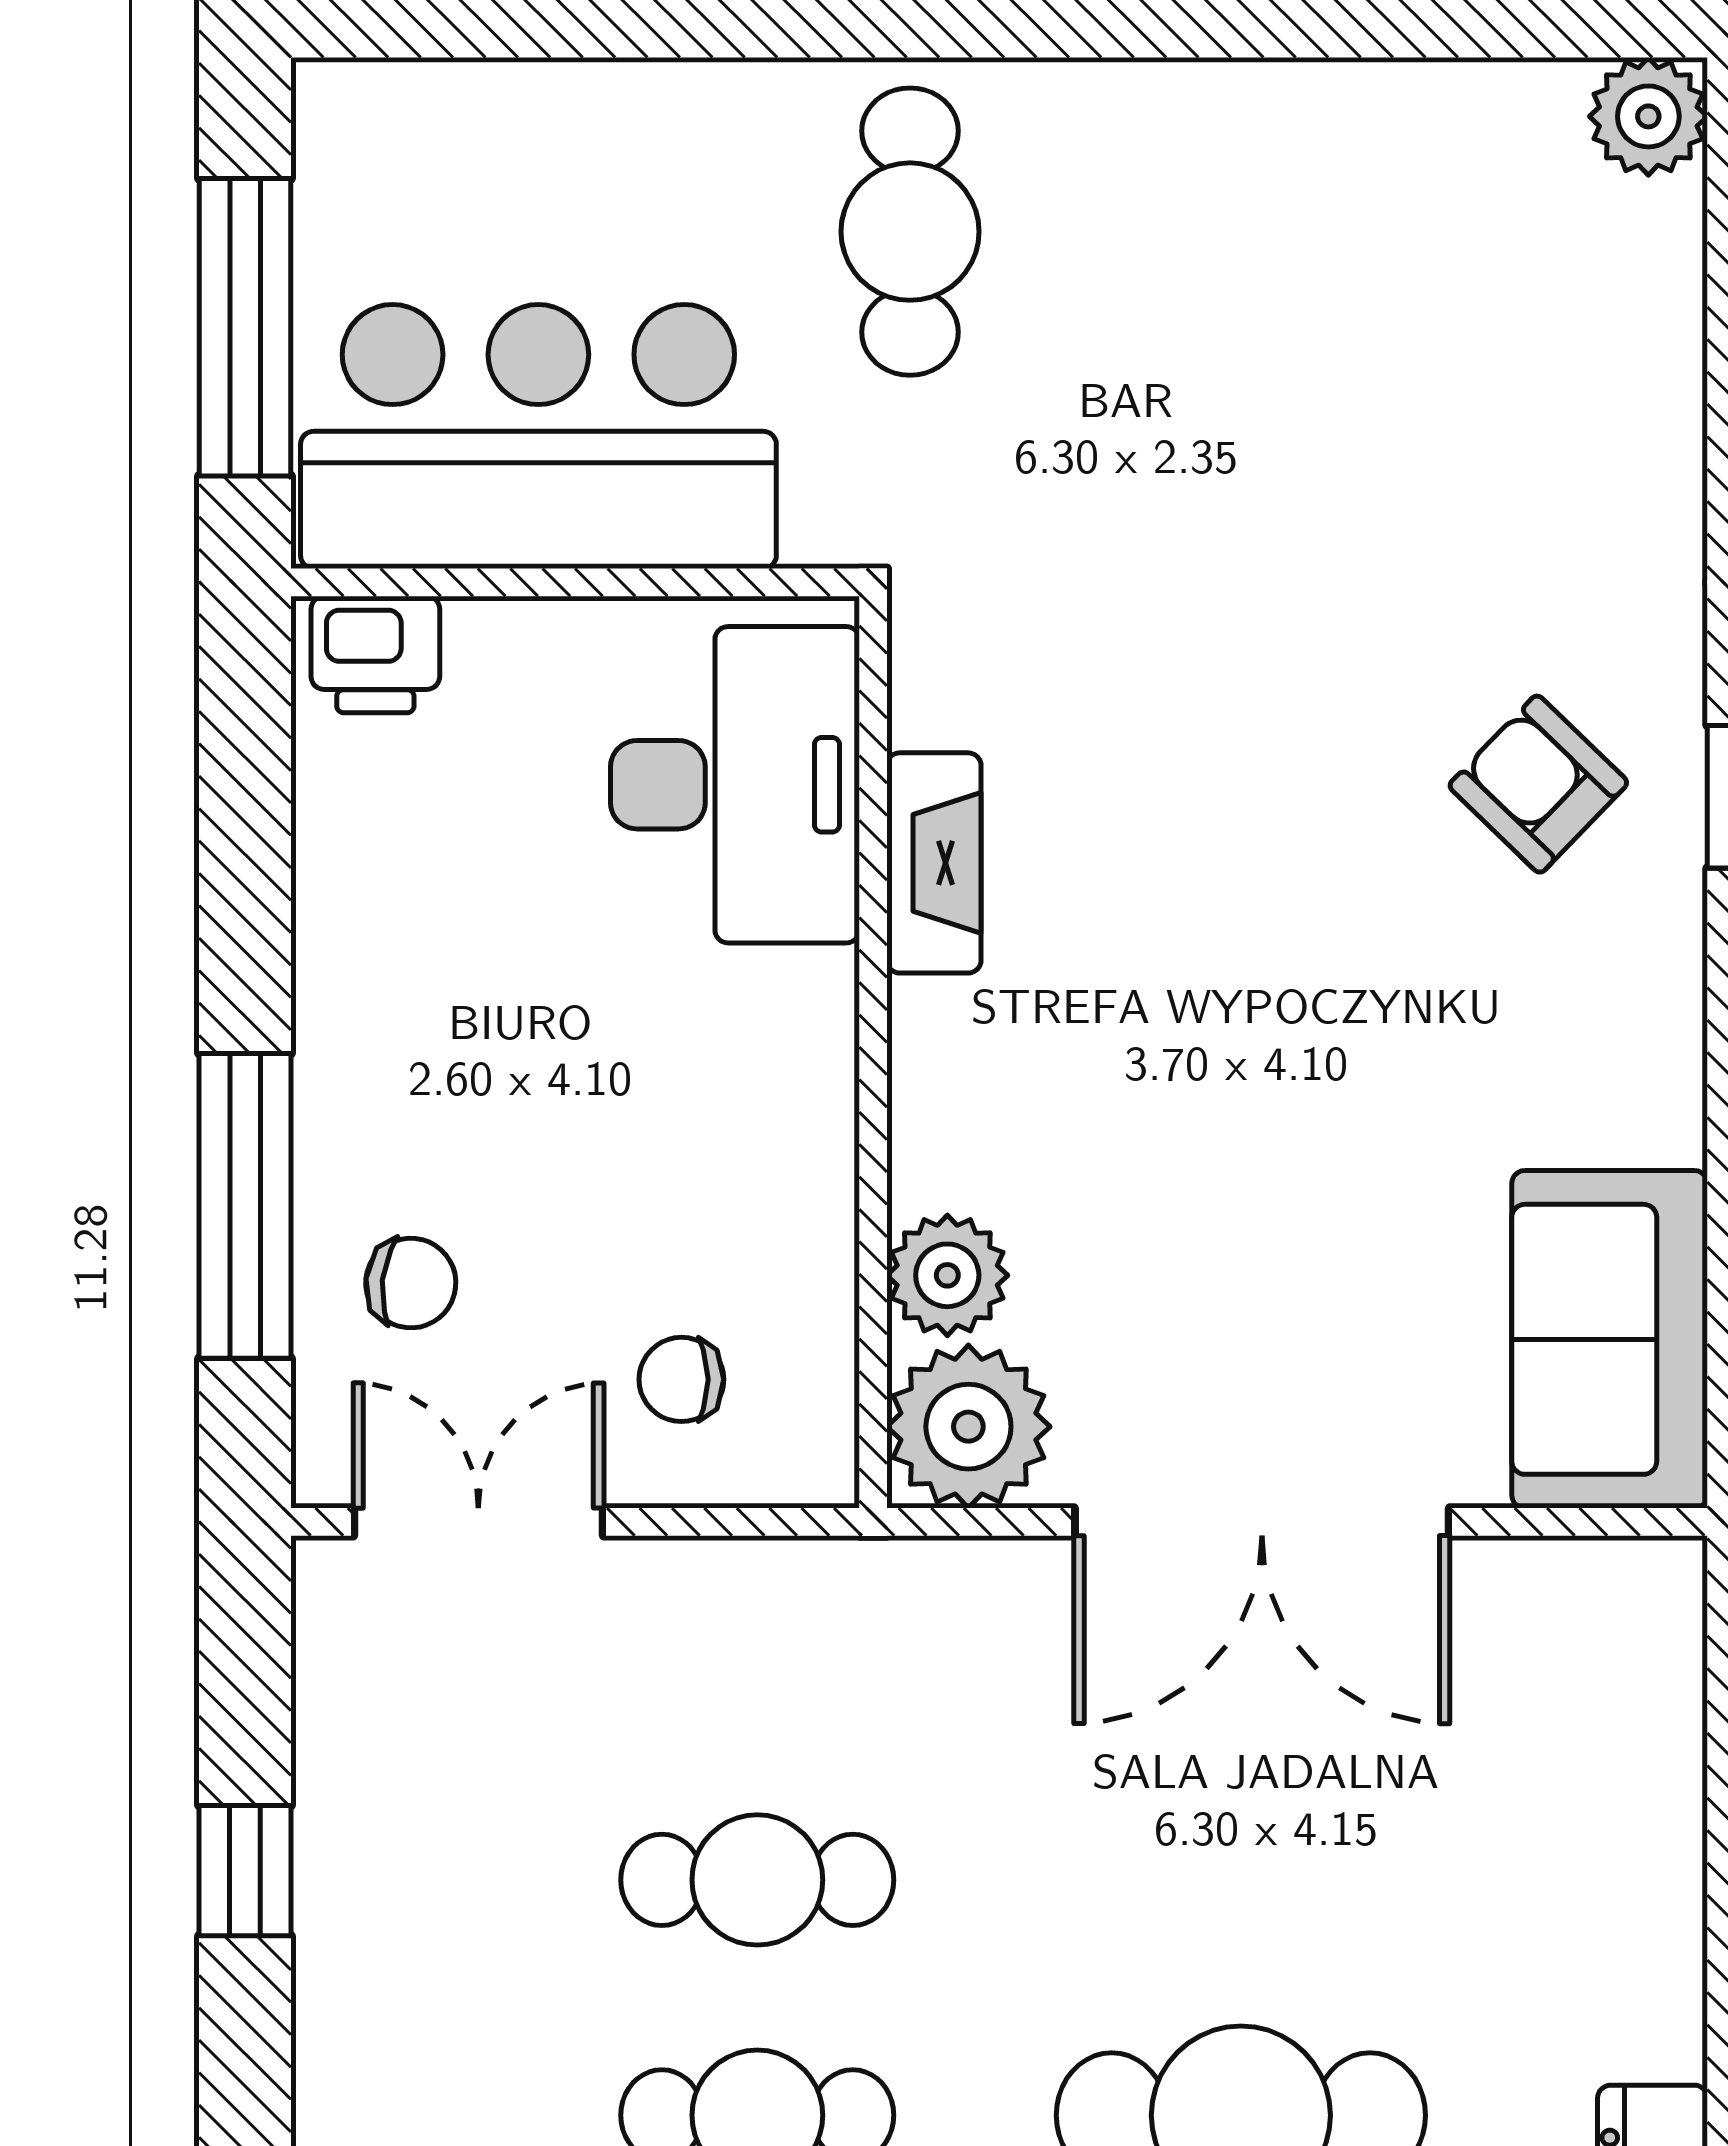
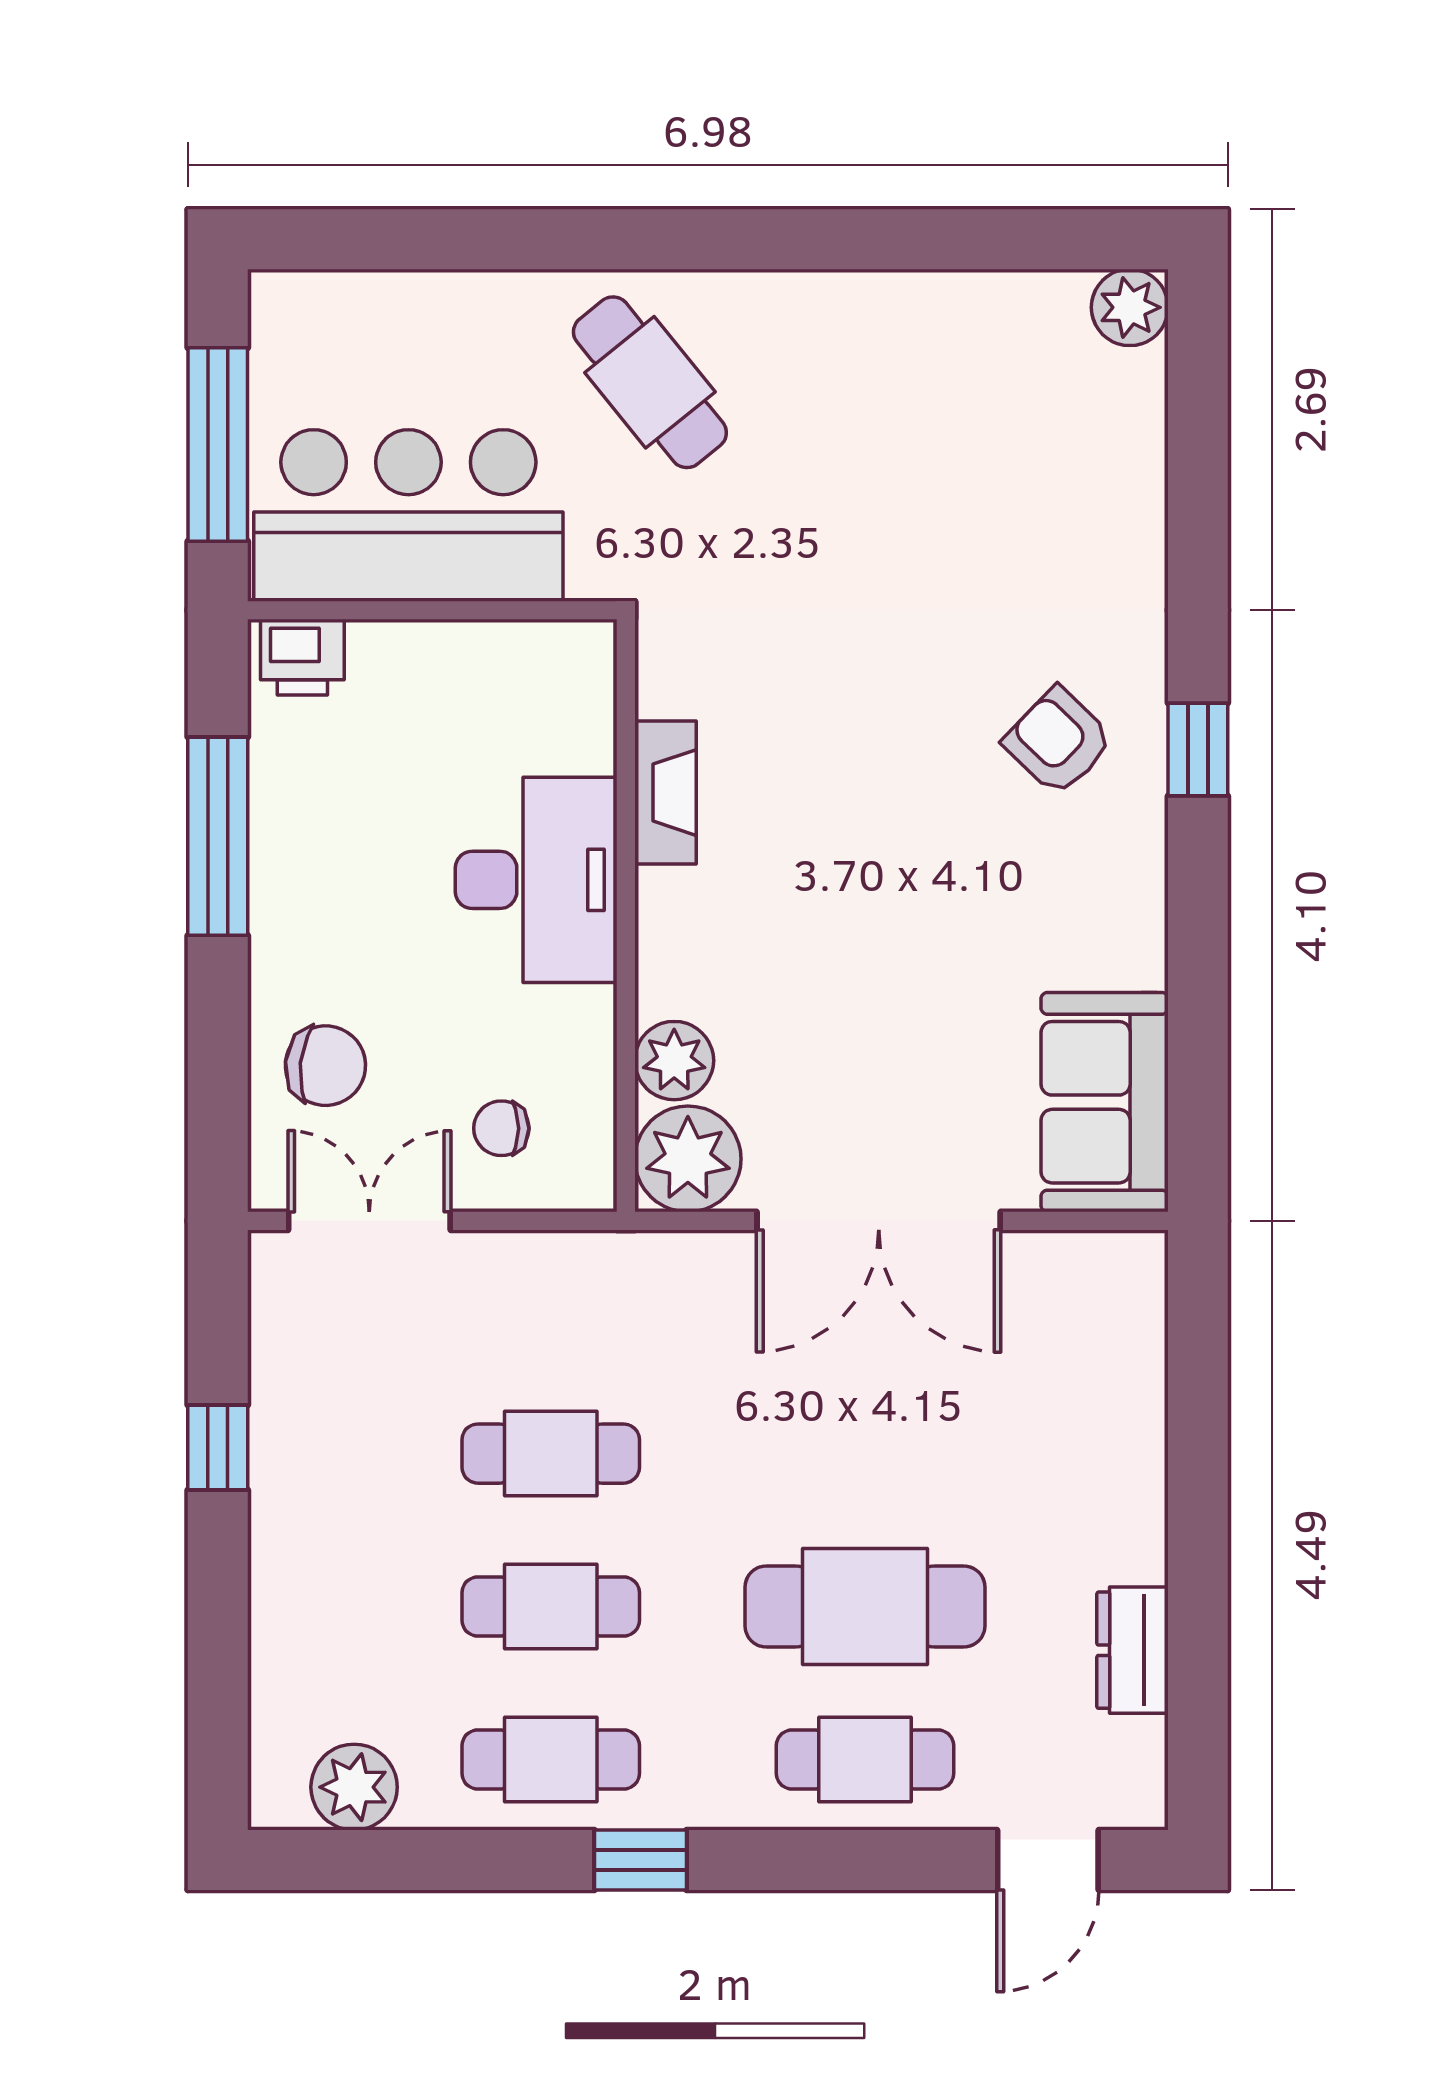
cafe table: (910, 232) -> (650, 382), turned -39
desk: (735, 785) -> (536, 880), moved
window: (245, 1206) -> (218, 836), moved
chair: (411, 1283) -> (325, 1066), width x1.37, depth x1.37

